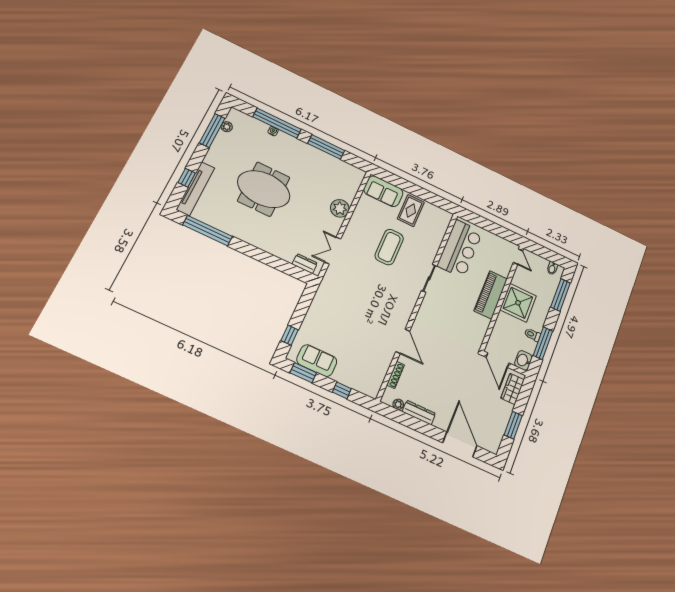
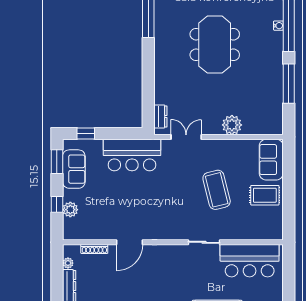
coffee table: (389, 247) -> (217, 190), turned 76
bar counter: (327, 304) -> (132, 155), added
plant: (352, 380) -> (70, 210), added

